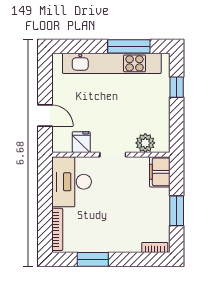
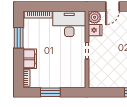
plant: (145, 143) -> (95, 17), moved
filing cabinet: (160, 172) -> (30, 59), moved, turned 90

